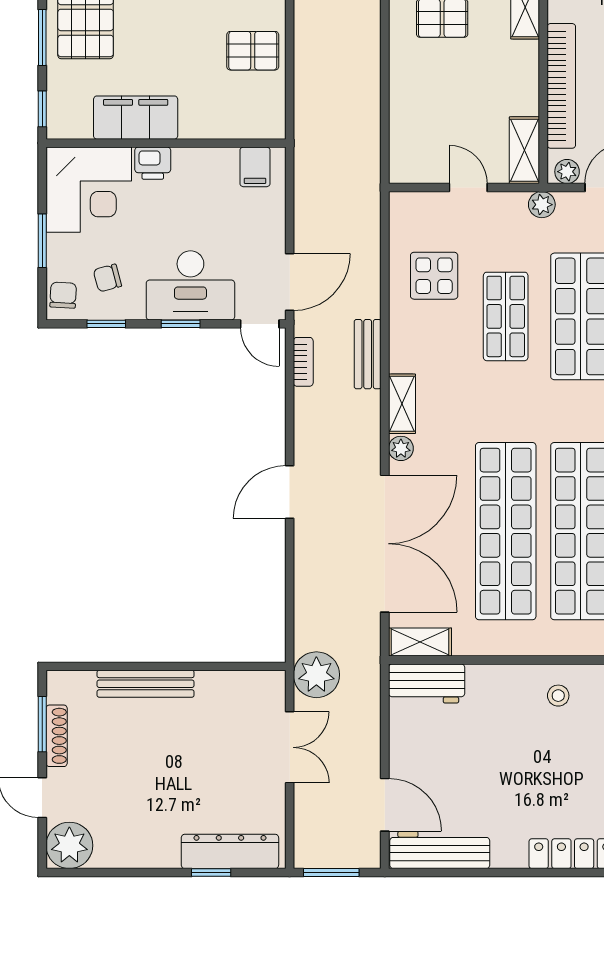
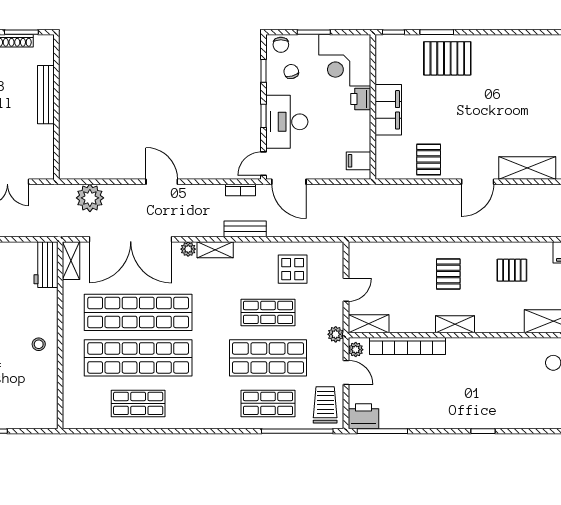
filing cabinet: (136, 118) -> (388, 110), moved
chair: (63, 295) -> (281, 45), turned 87
plant: (316, 675) -> (90, 198), moved

